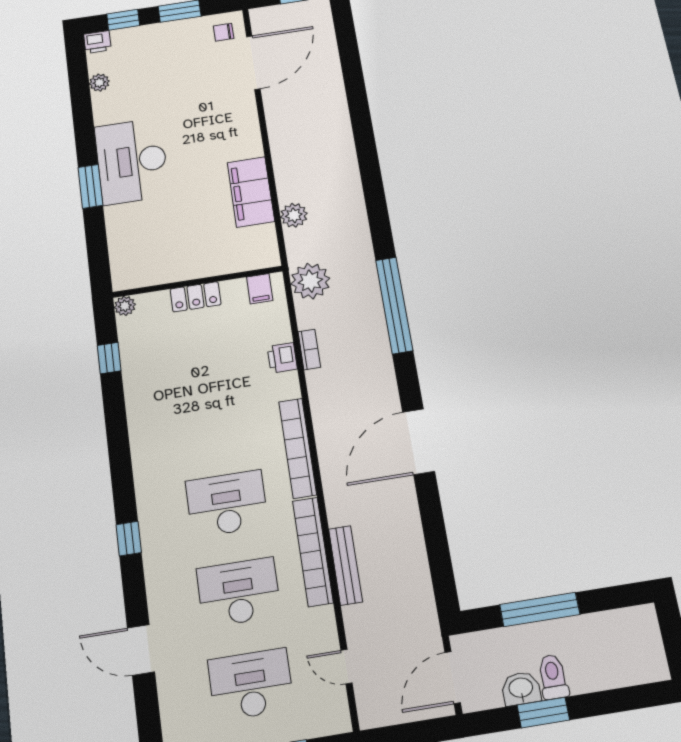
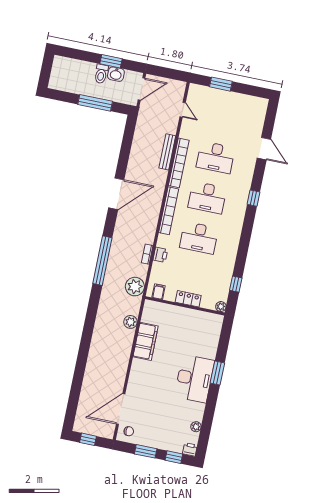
desk: (251, 685) -> (199, 238), moved

